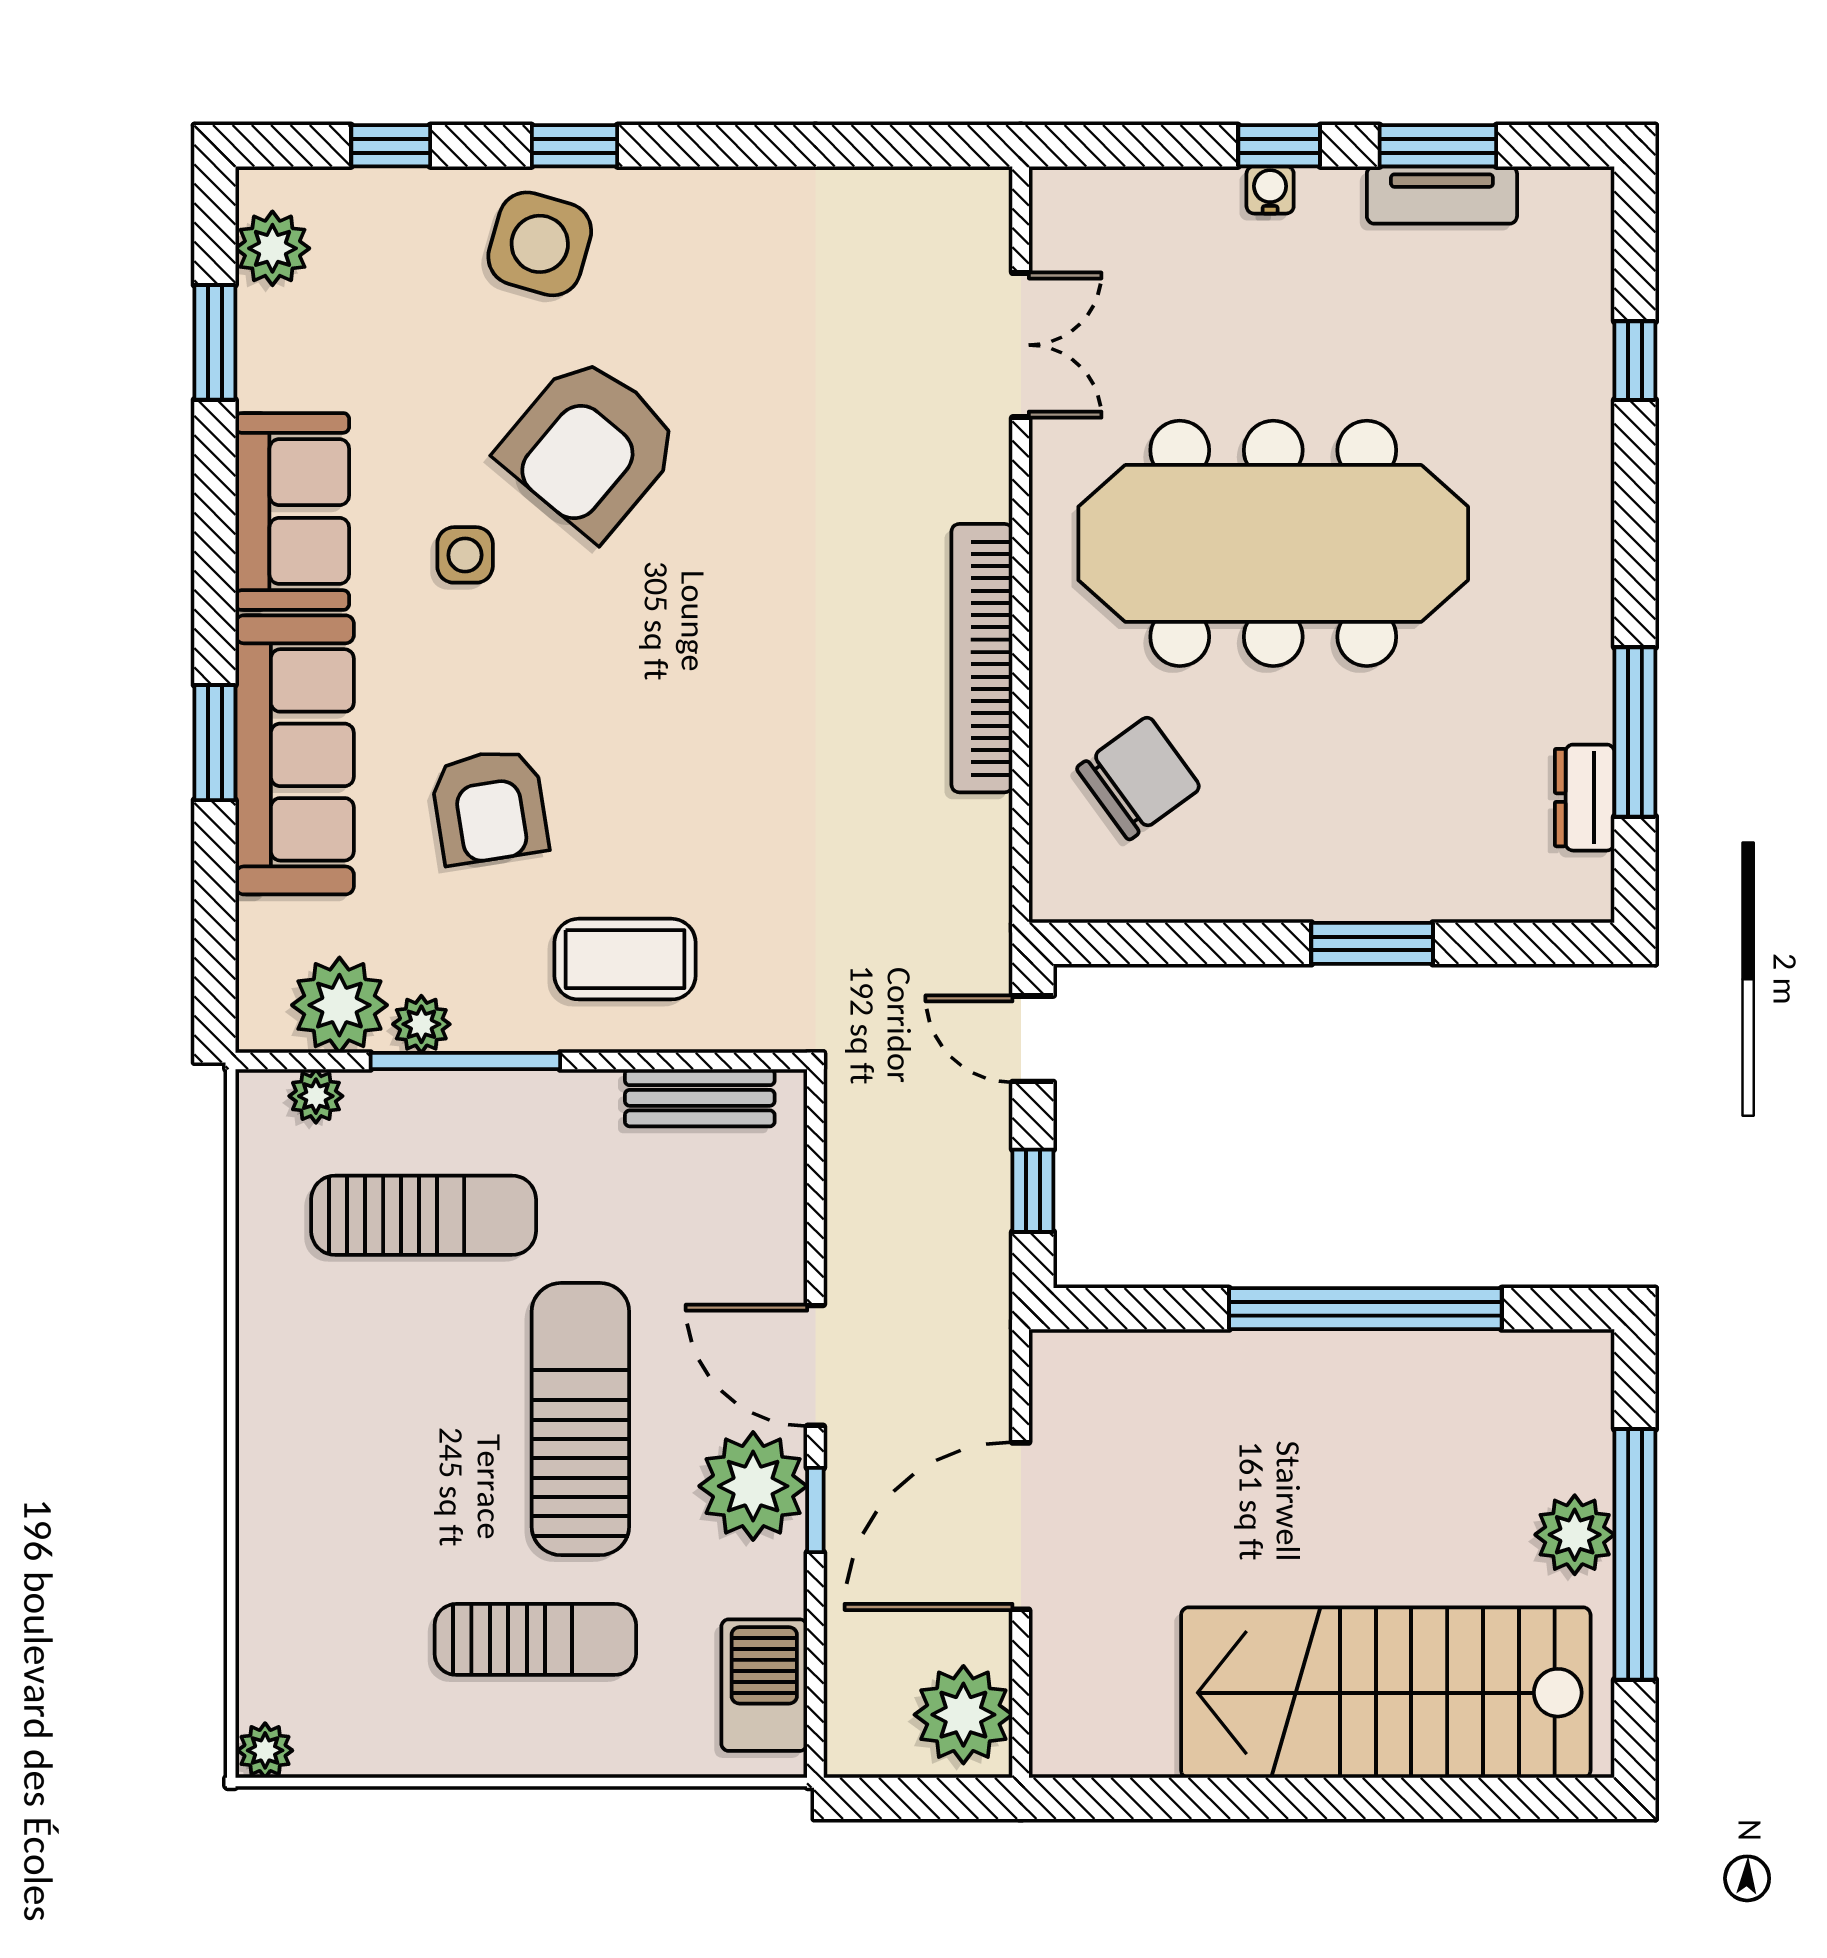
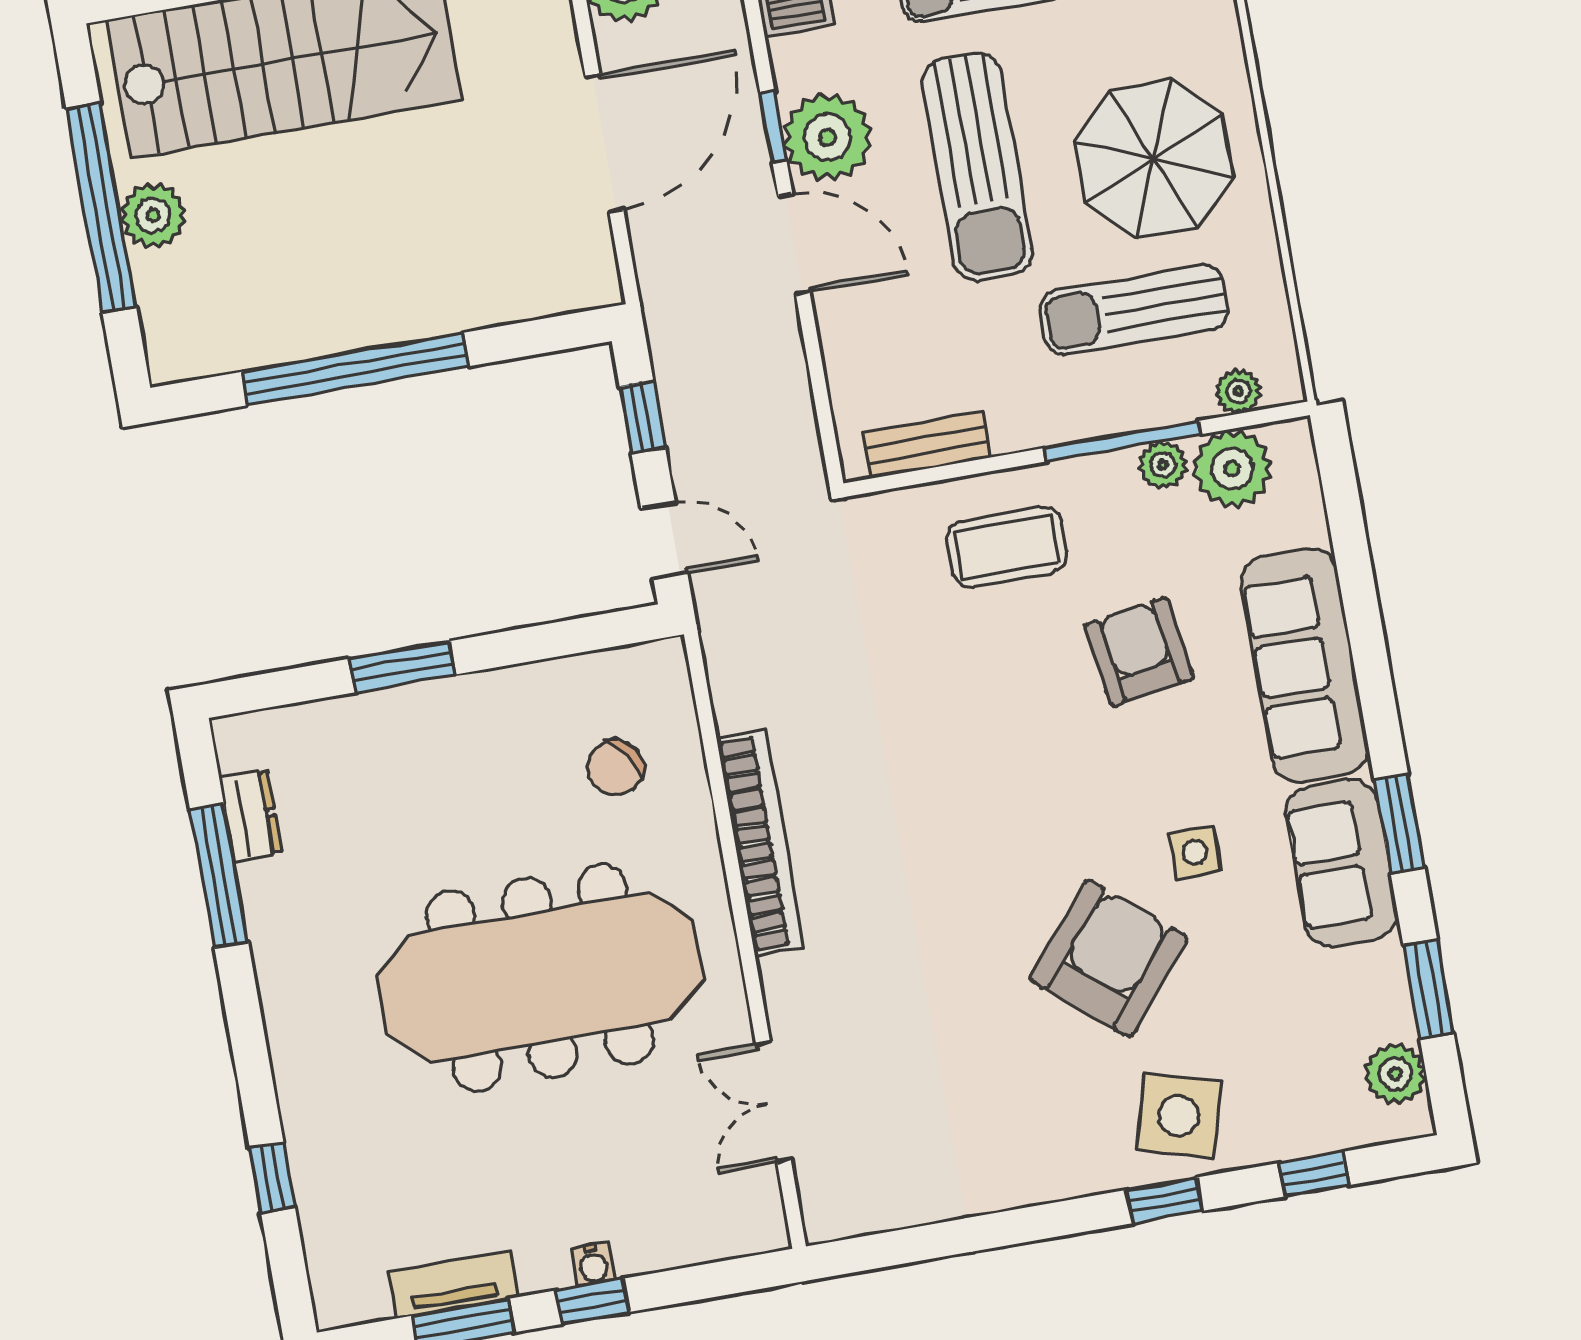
window: (215, 743) -> (1399, 824), moved
chair: (1139, 778) -> (616, 768), width x0.73, depth x0.73
parasol: (368, 1391) -> (1154, 159), added

